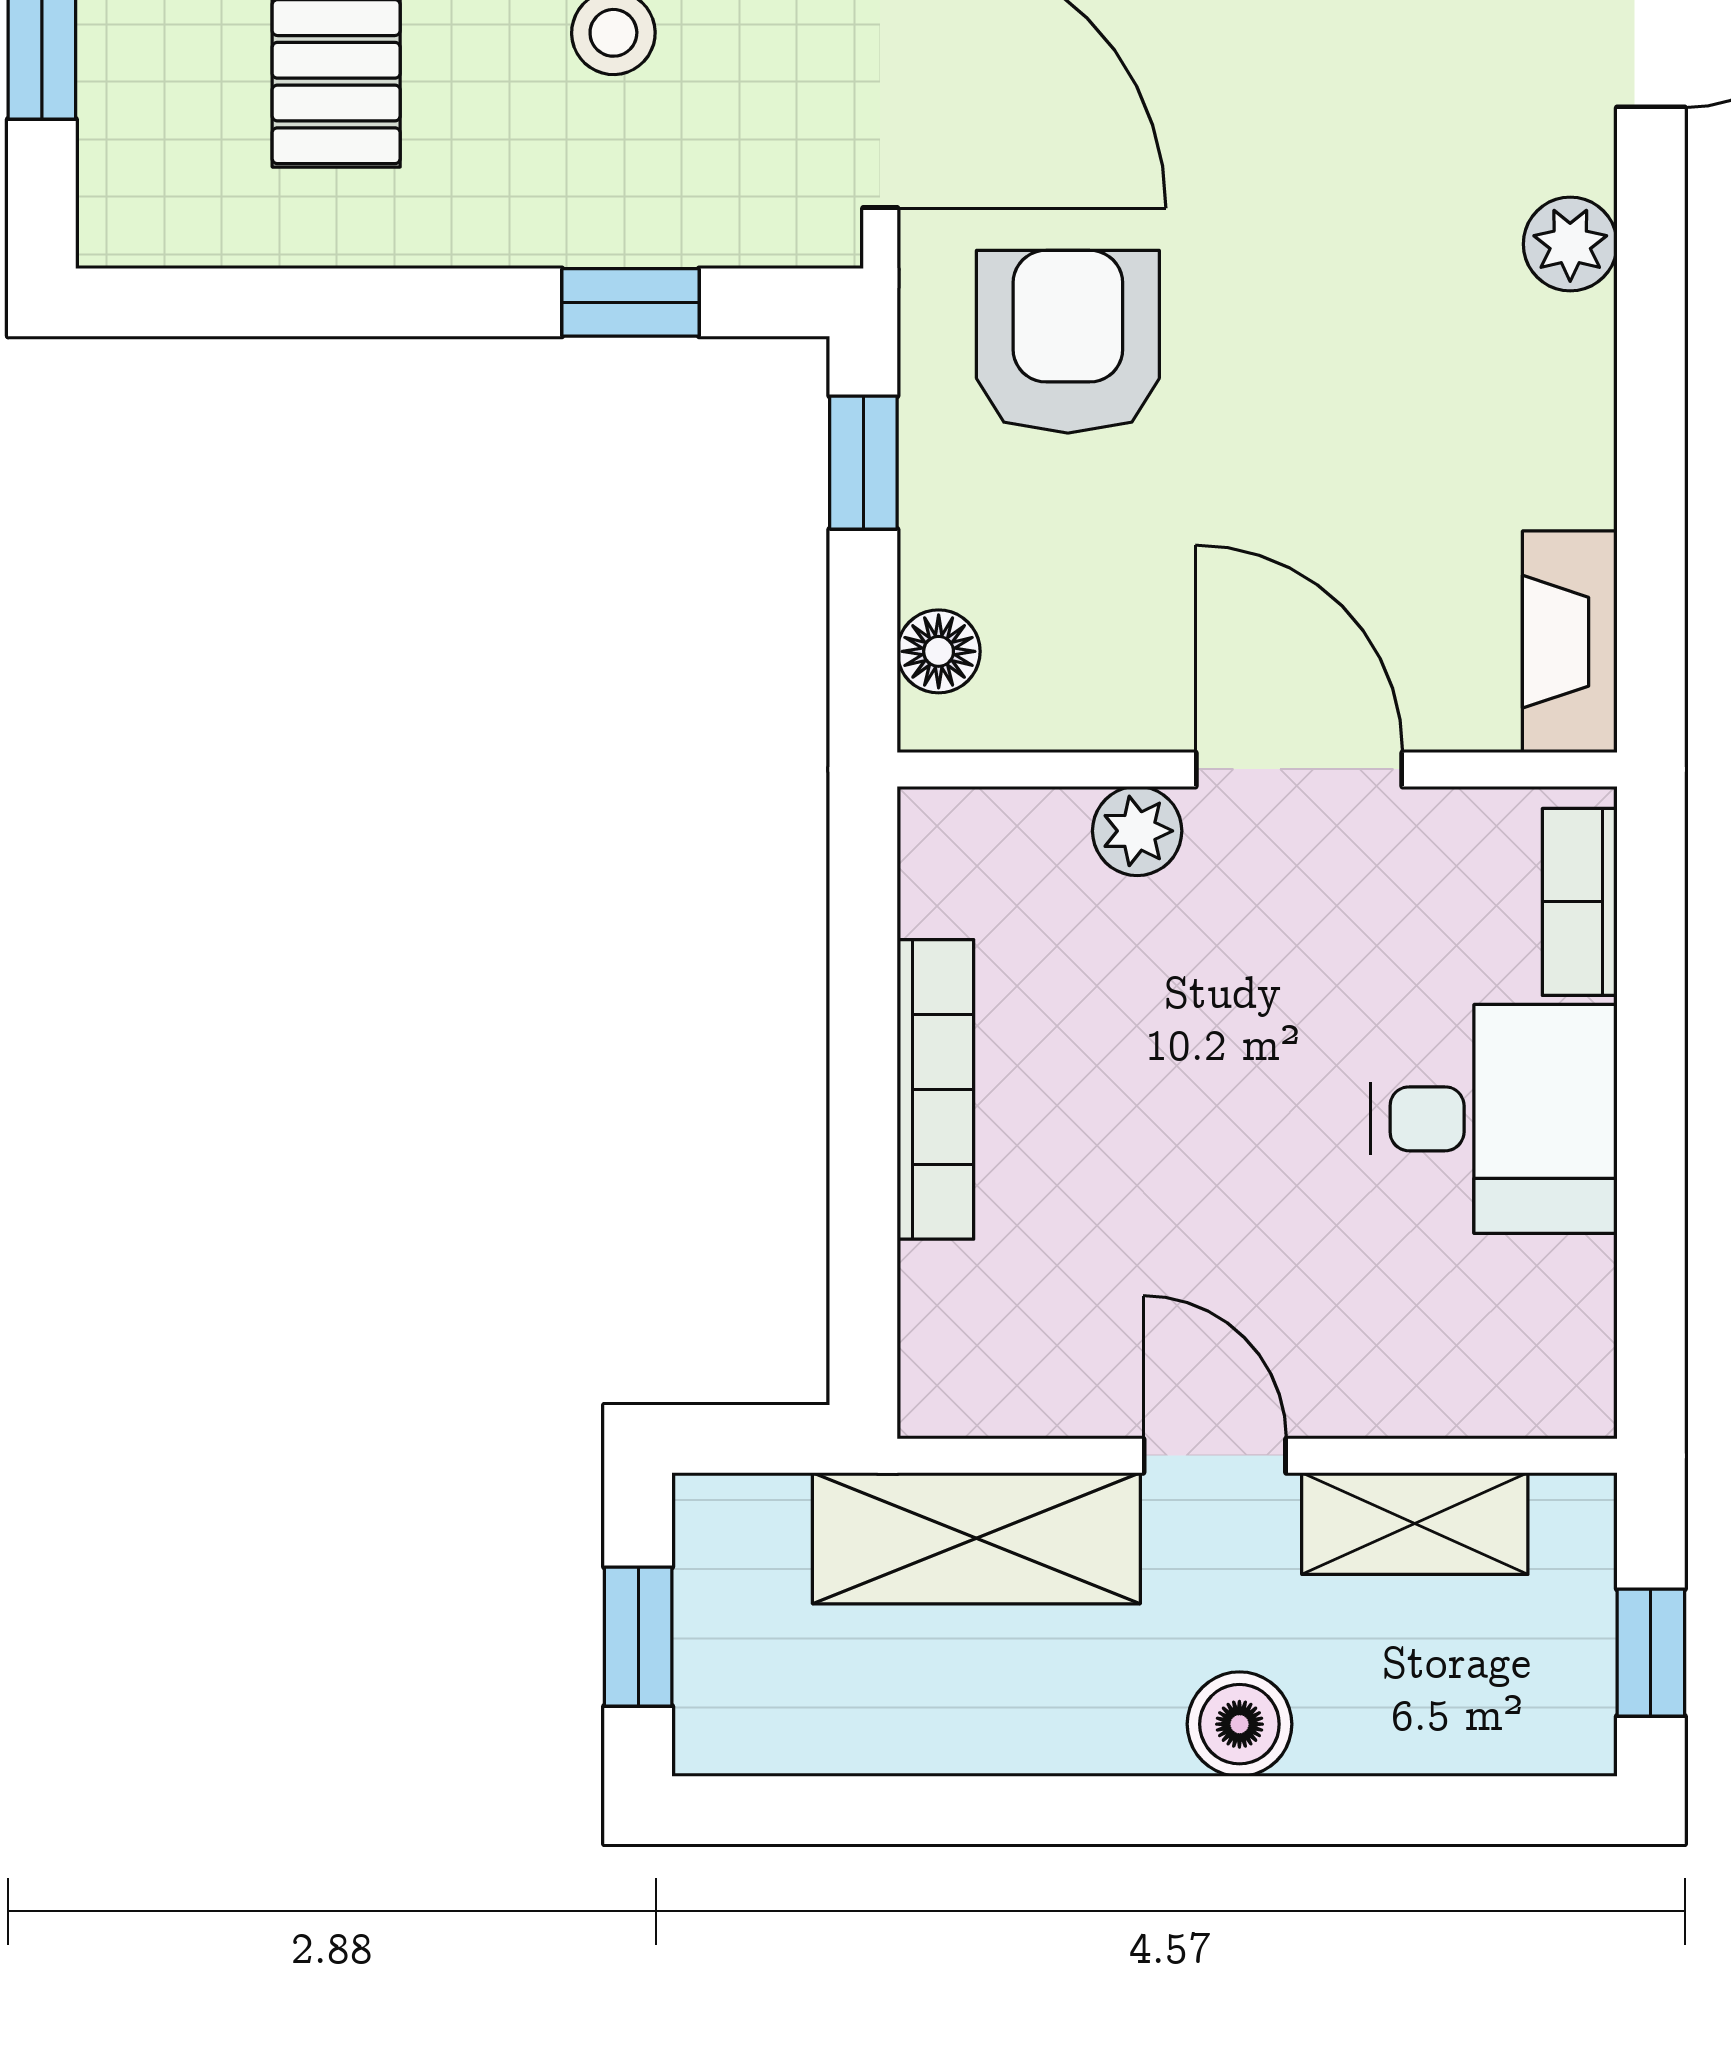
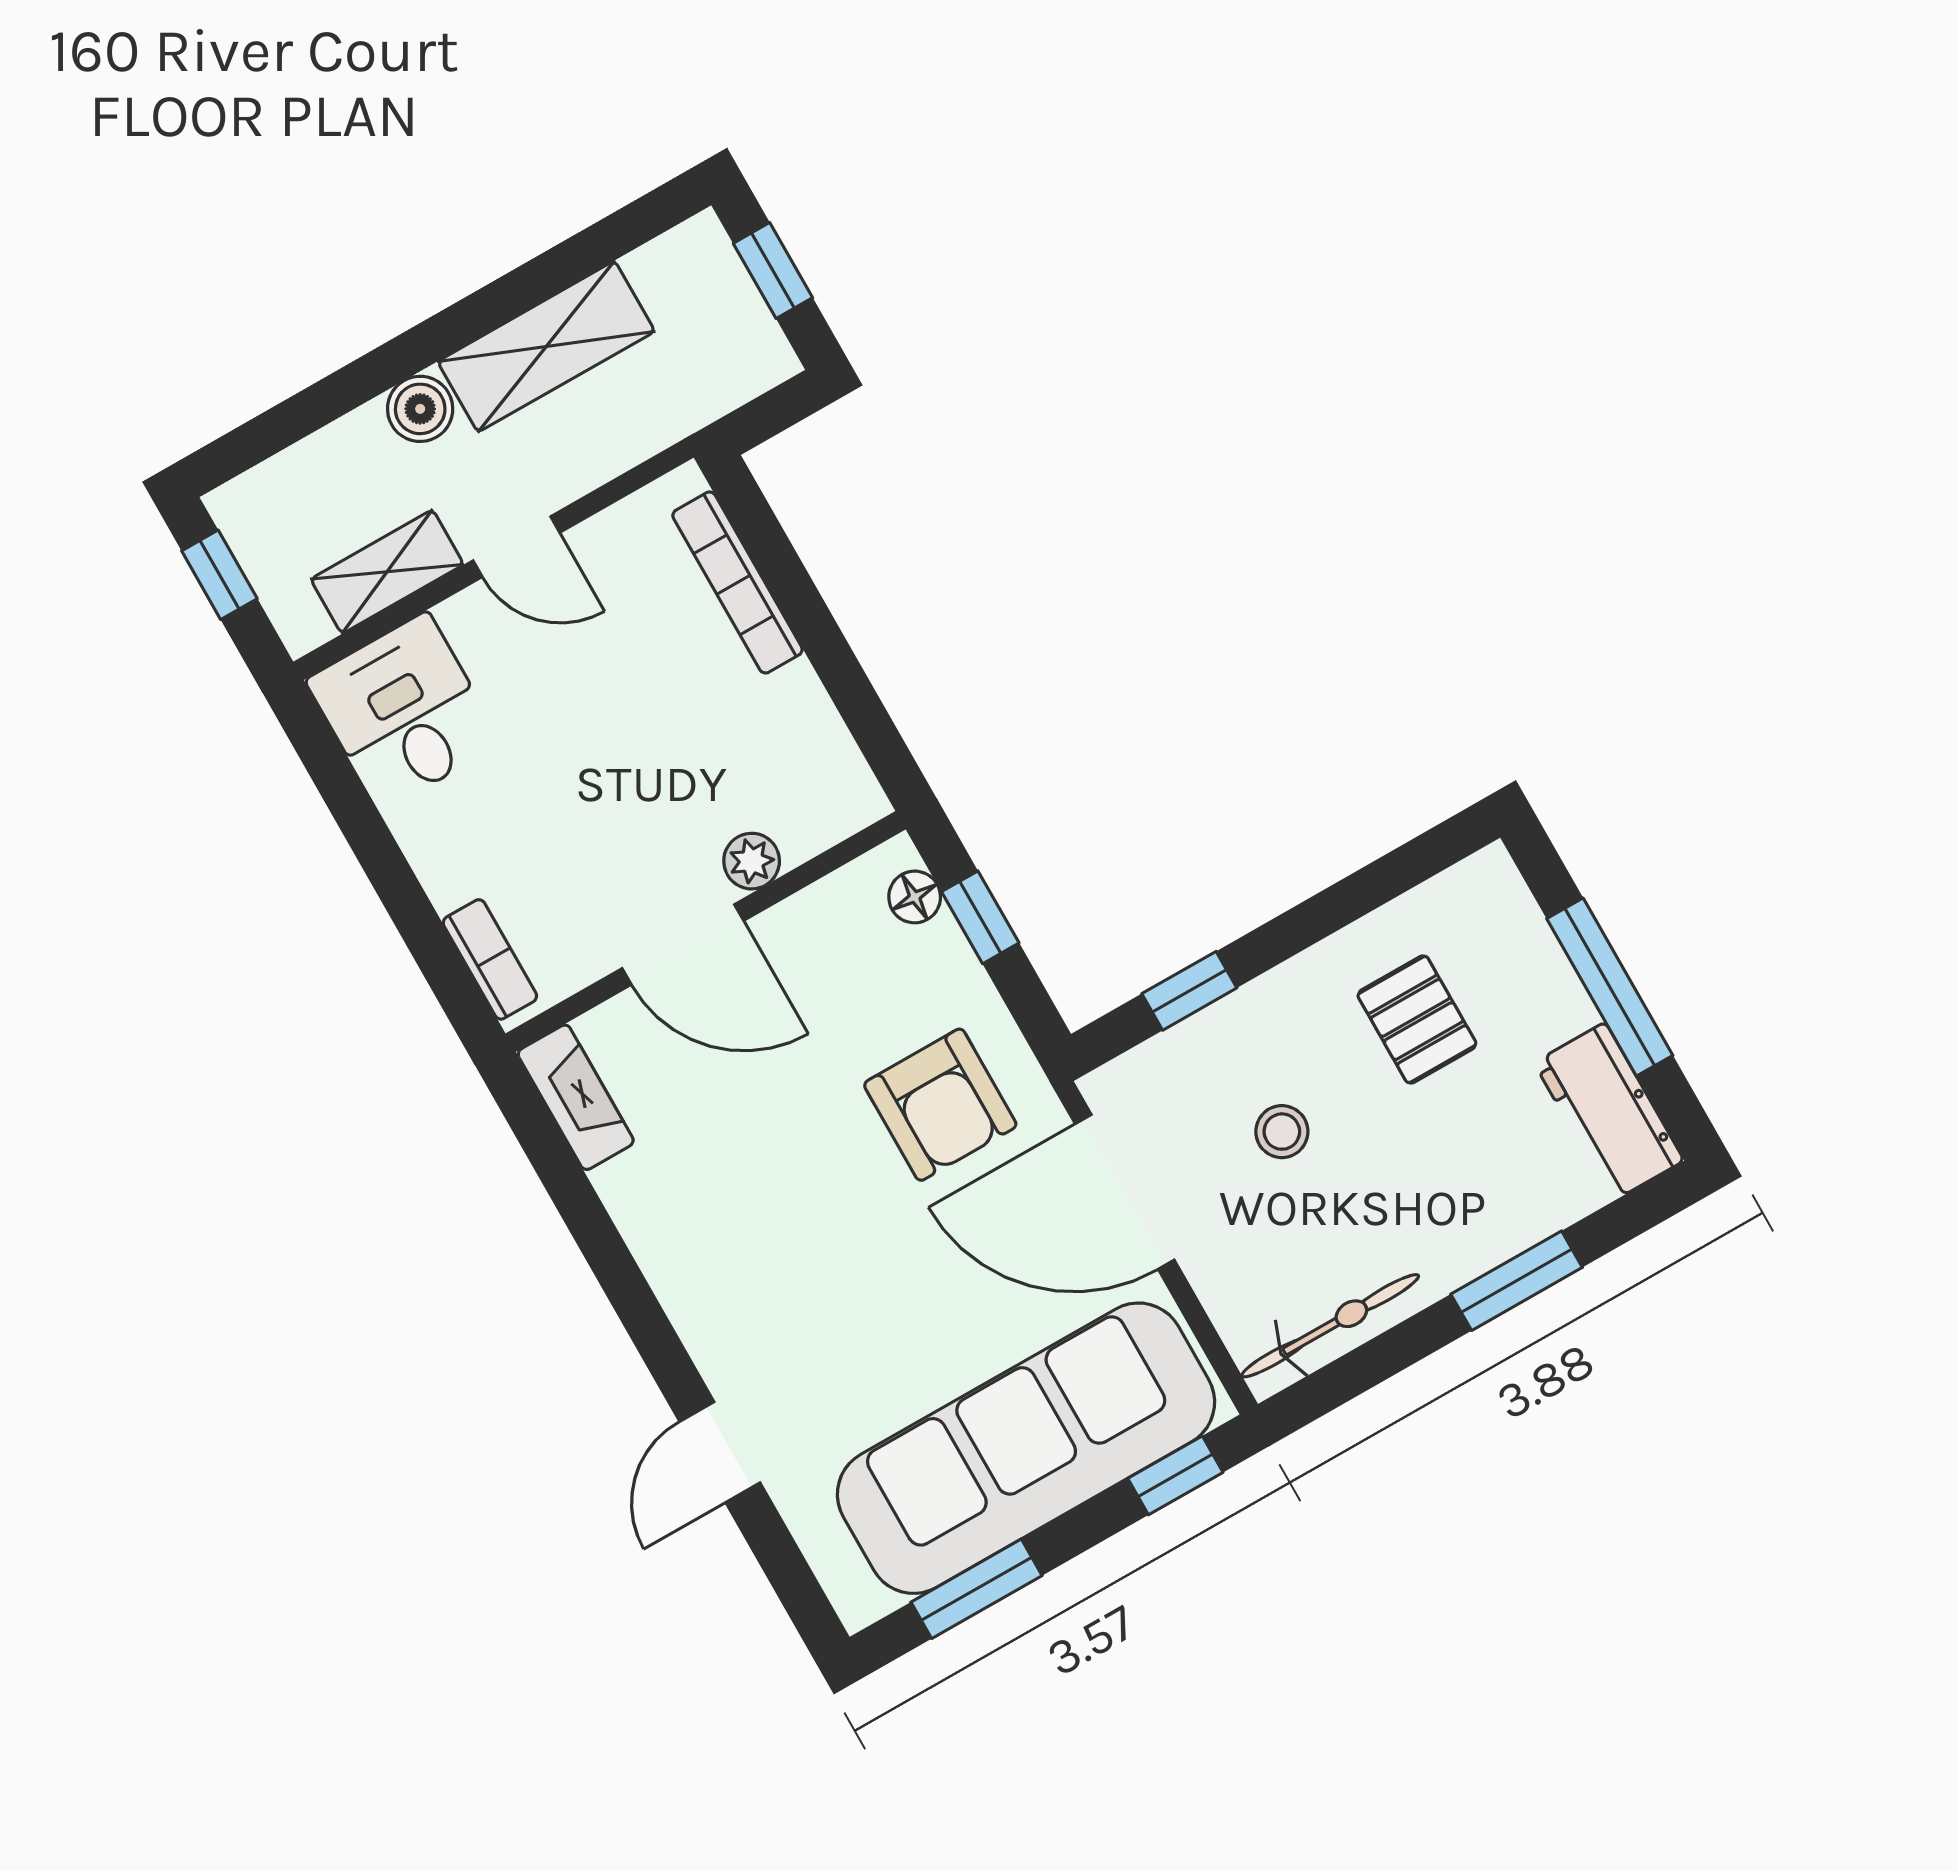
plant: (1570, 244) -> (698, 1313), removed
window: (863, 463) -> (980, 917), moved
bookcase: (935, 1089) -> (738, 582), moved
desk: (1494, 1119) -> (404, 712), moved, turned 90
shelving: (976, 1538) -> (546, 346), moved

